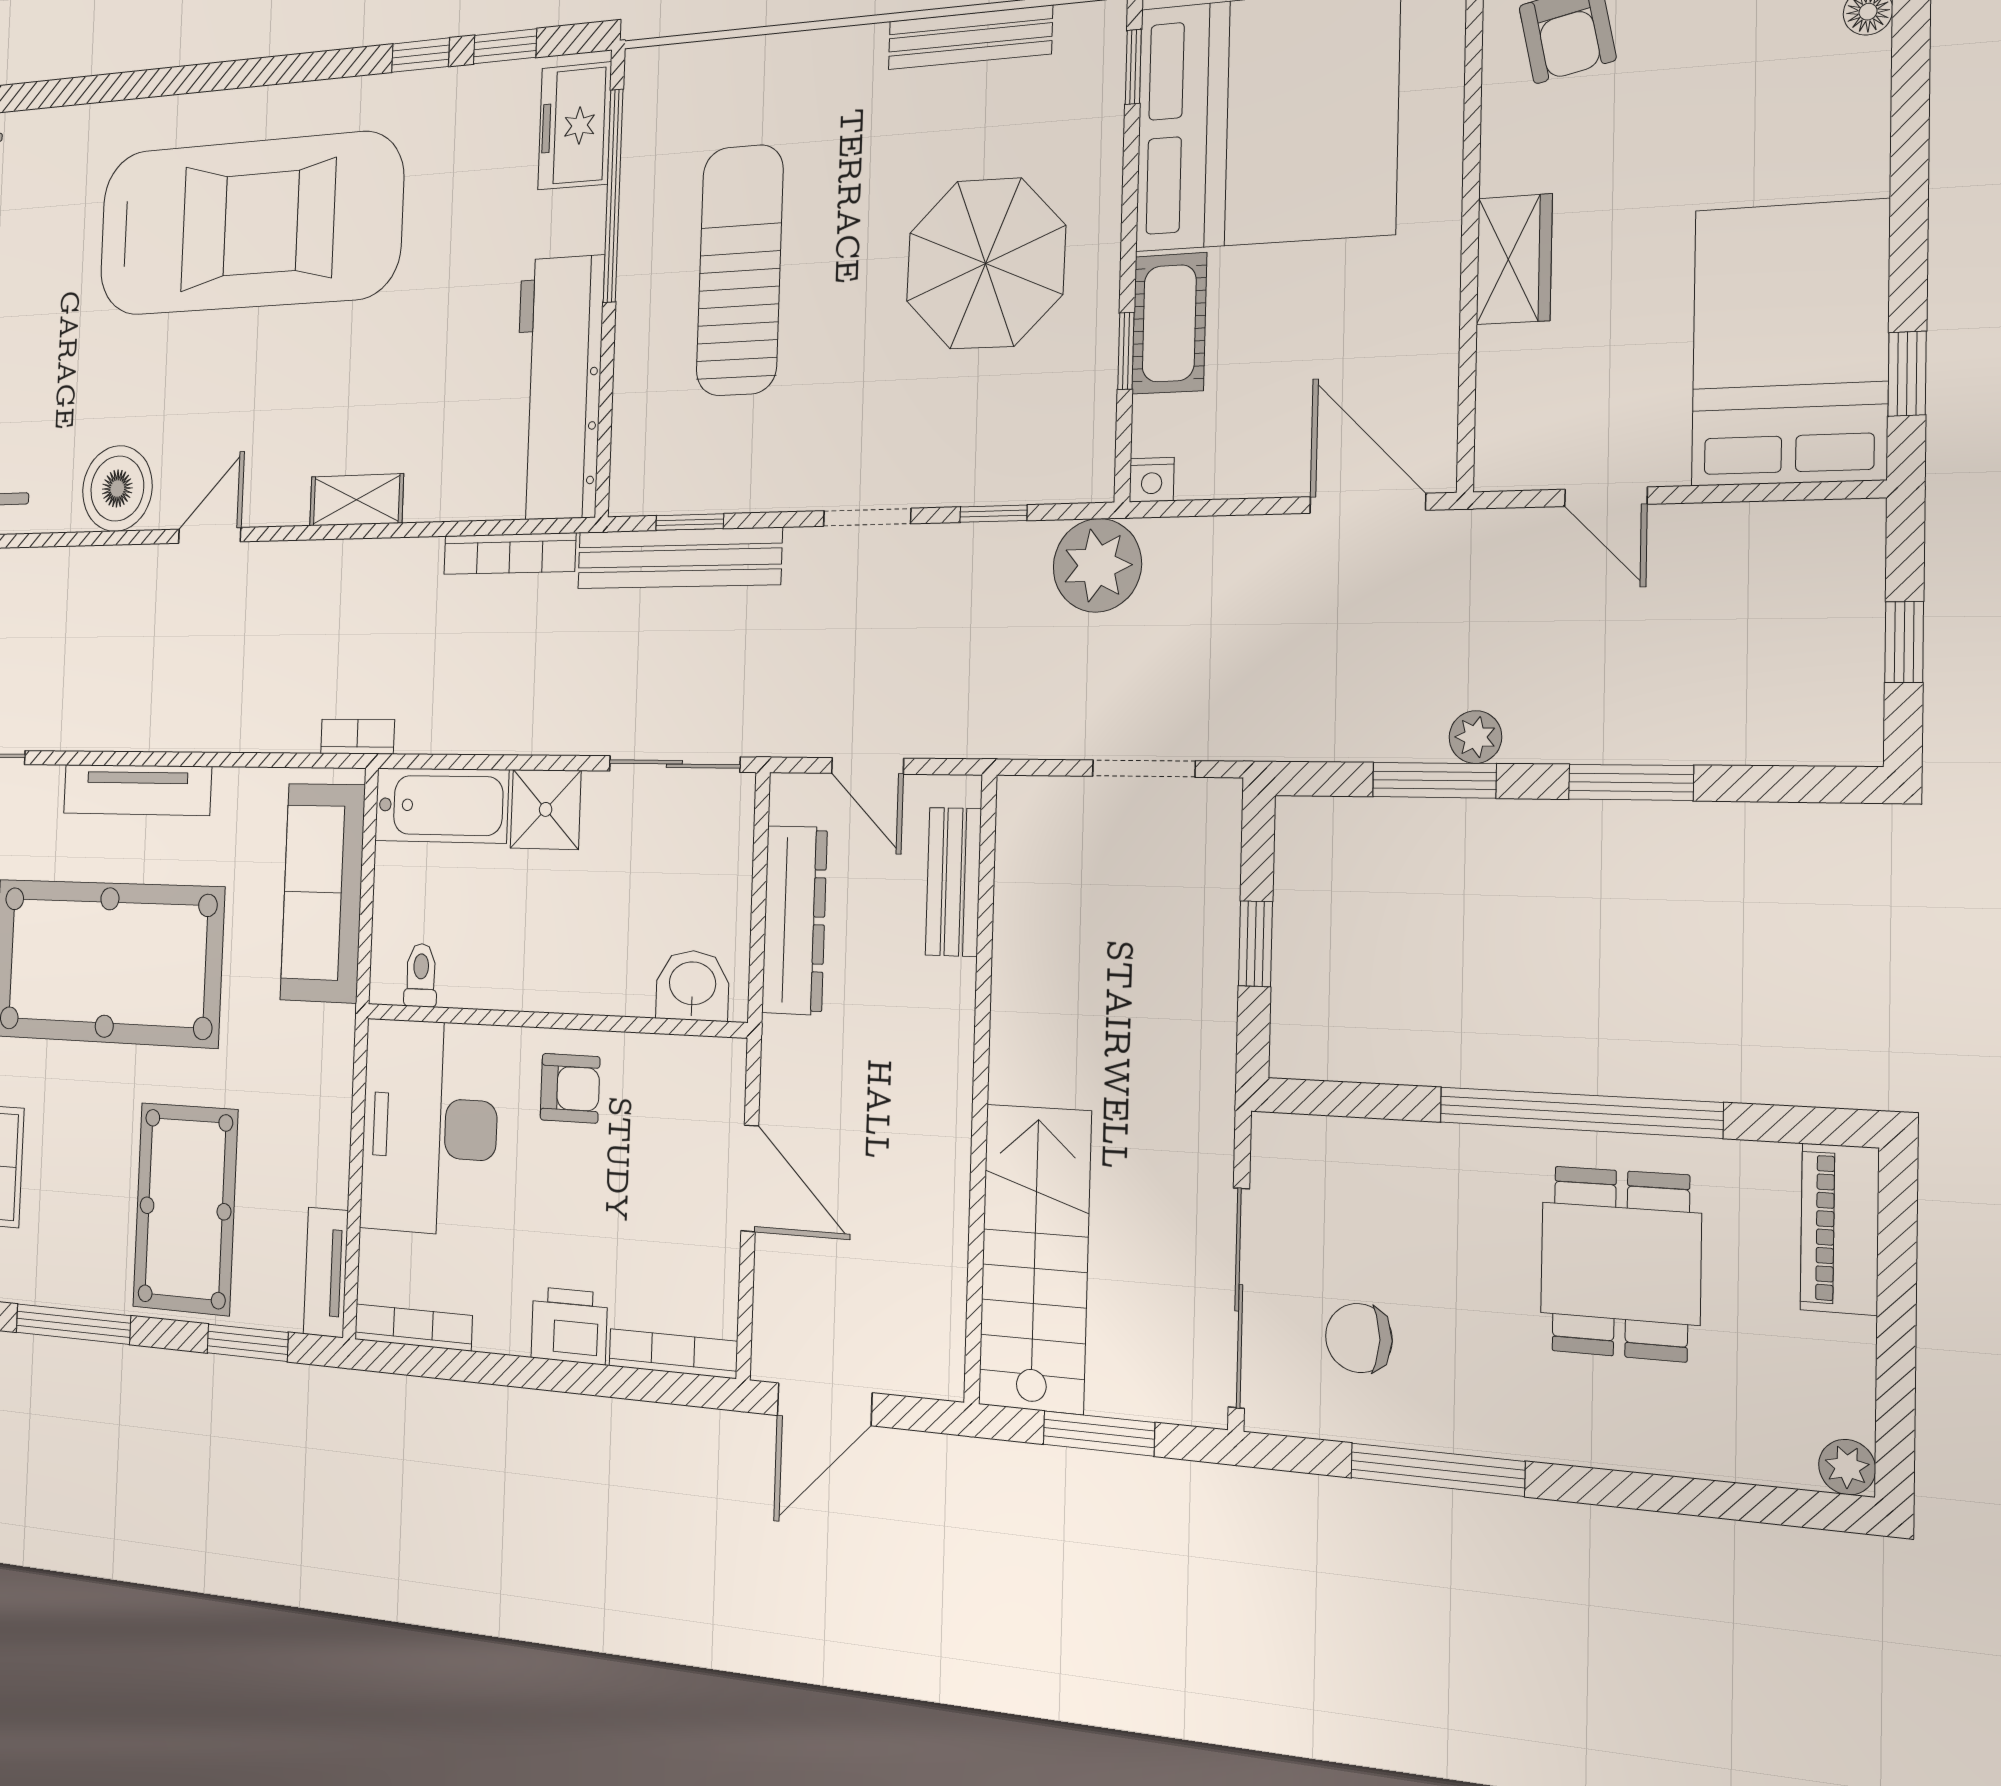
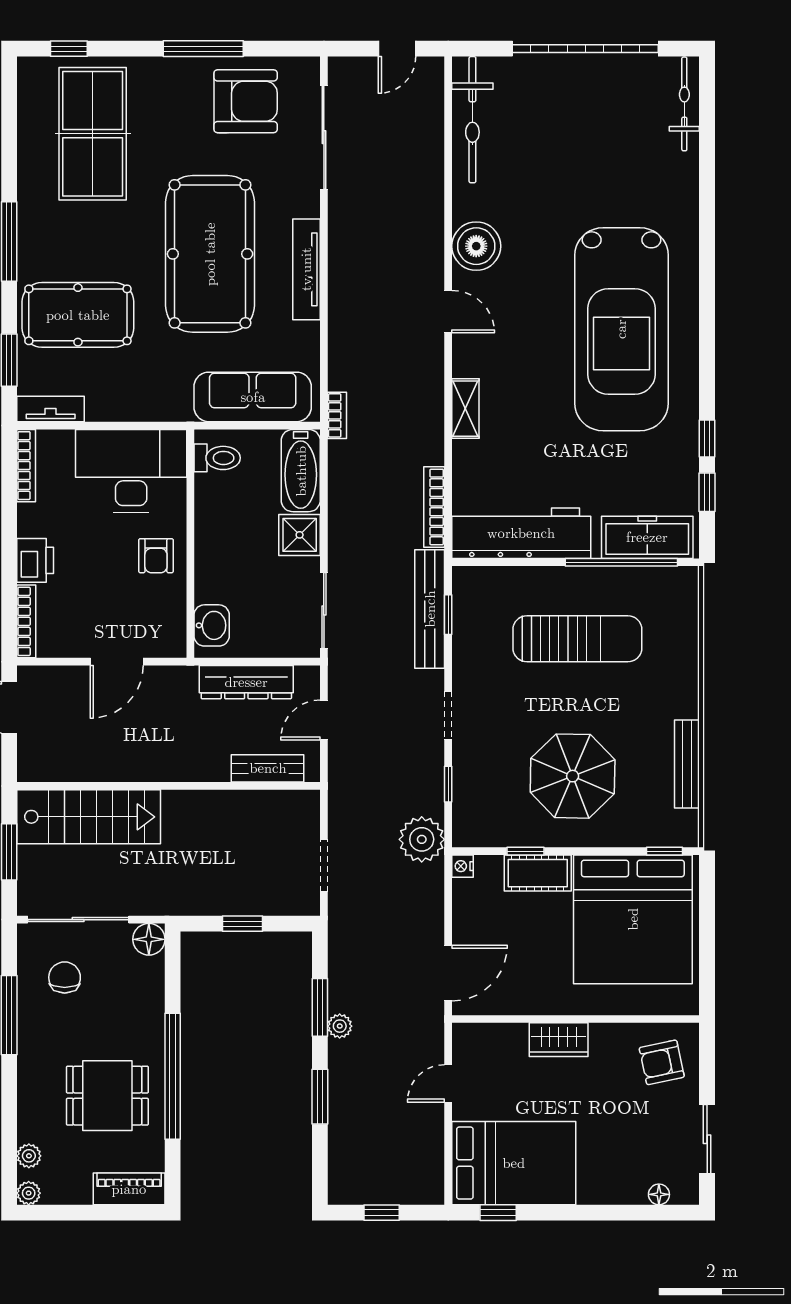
freezer: (575, 126) -> (647, 537), width x1.40
toilet: (421, 975) -> (217, 458), width x1.37, depth x1.39
floor lamp: (1283, 1147) -> (149, 939), added
plant: (1758, 1457) -> (29, 1156), added

